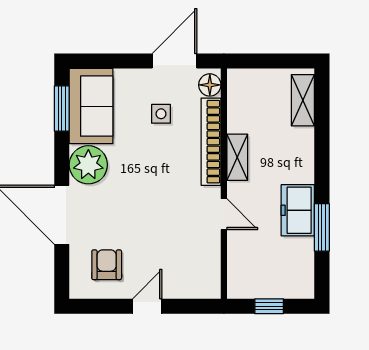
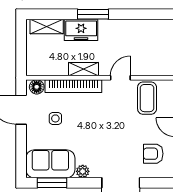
plant: (88, 165) -> (83, 171), width x0.53, depth x0.53
freezer: (298, 210) -> (81, 30), moved
window: (322, 227) -> (93, 14), moved
coffee table: (193, 255) -> (147, 98), added

